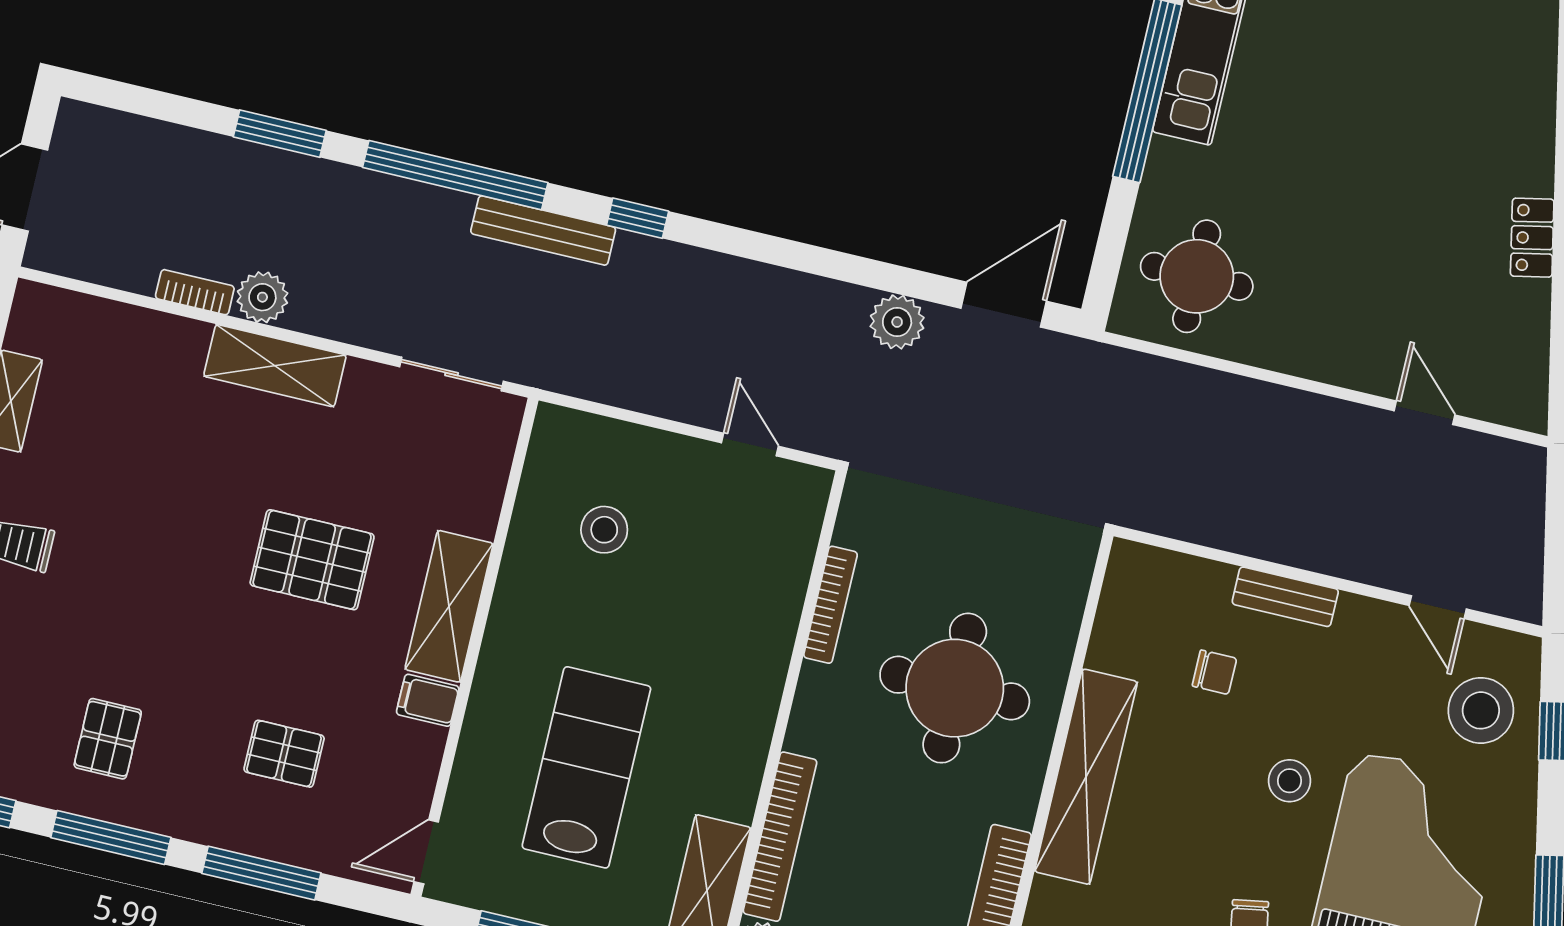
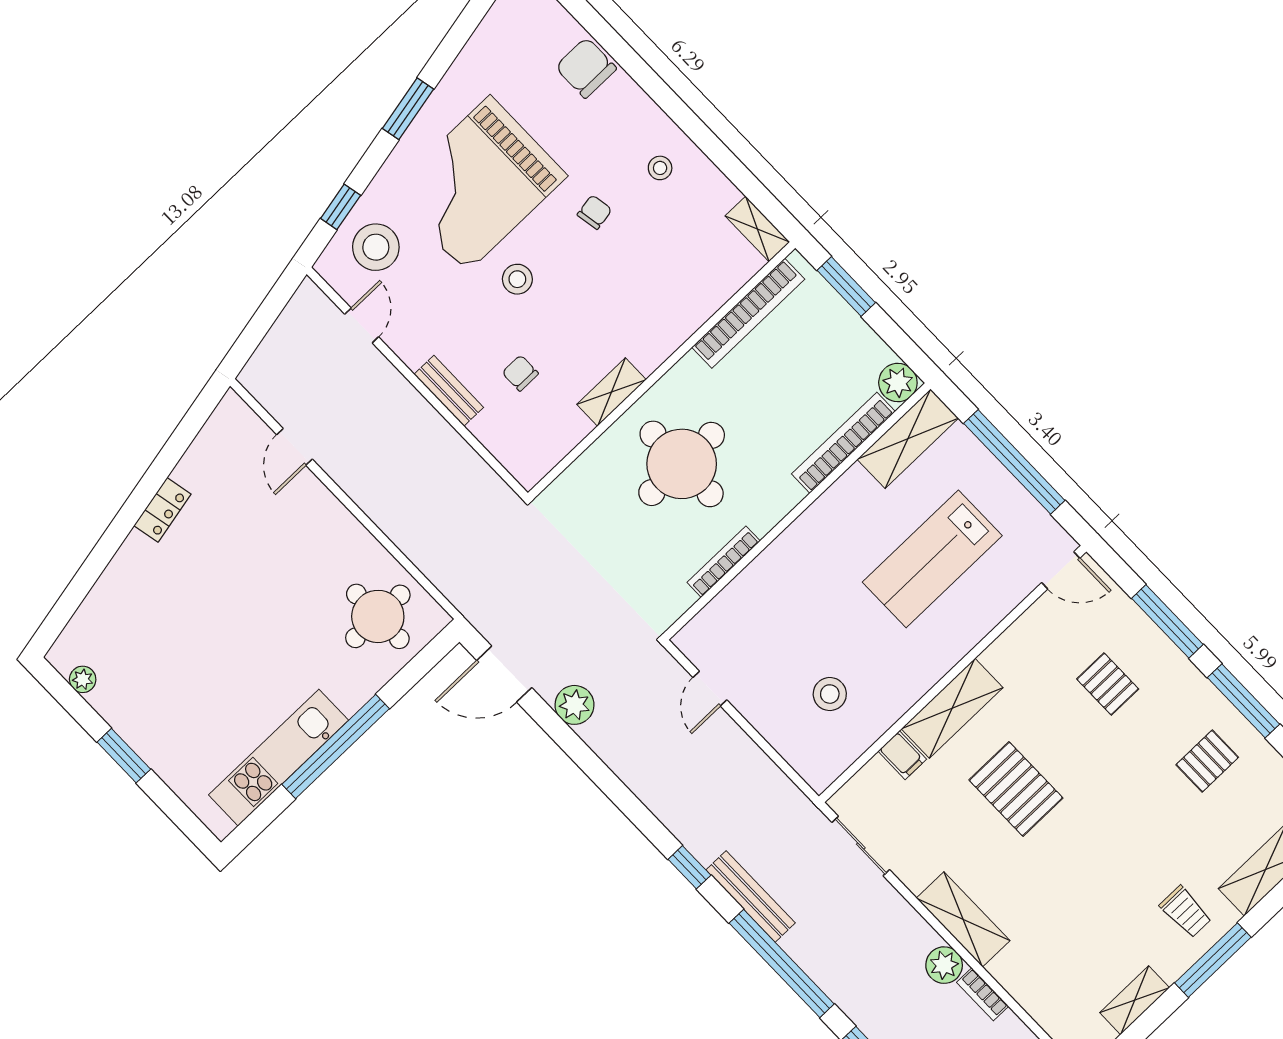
filing cabinet: (428, 700) -> (902, 755), moved
shelving: (1086, 777) -> (612, 392), width x0.45, depth x0.75

